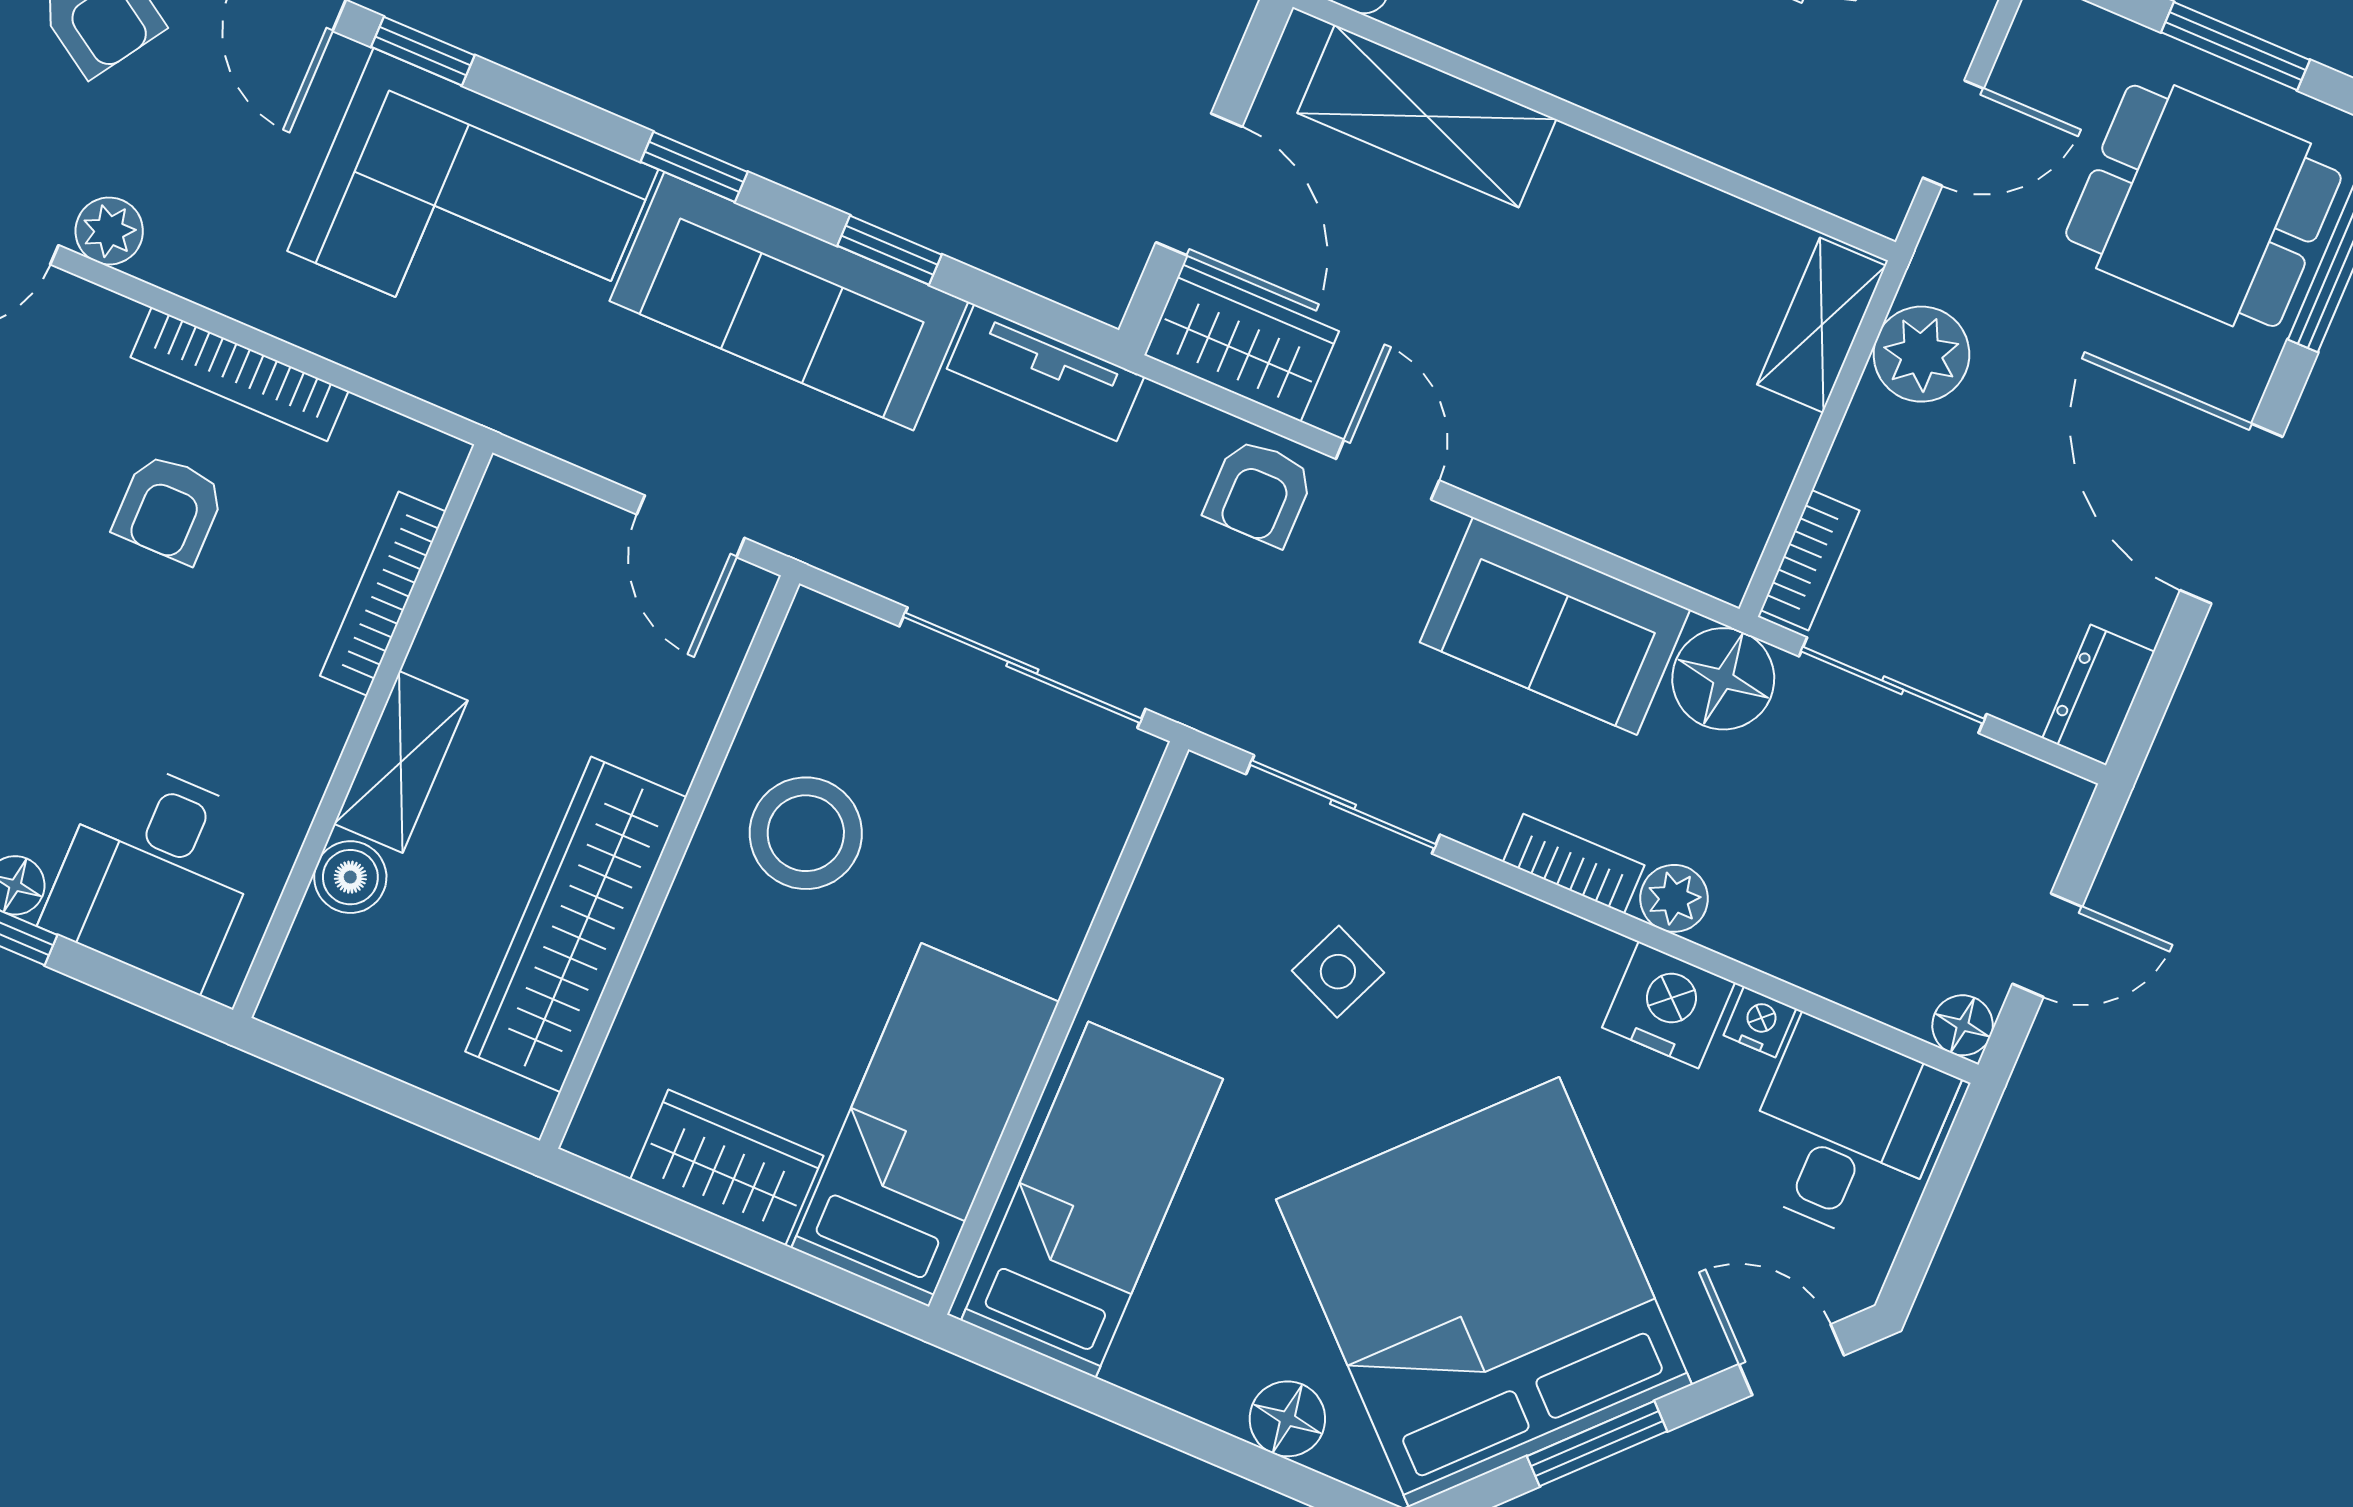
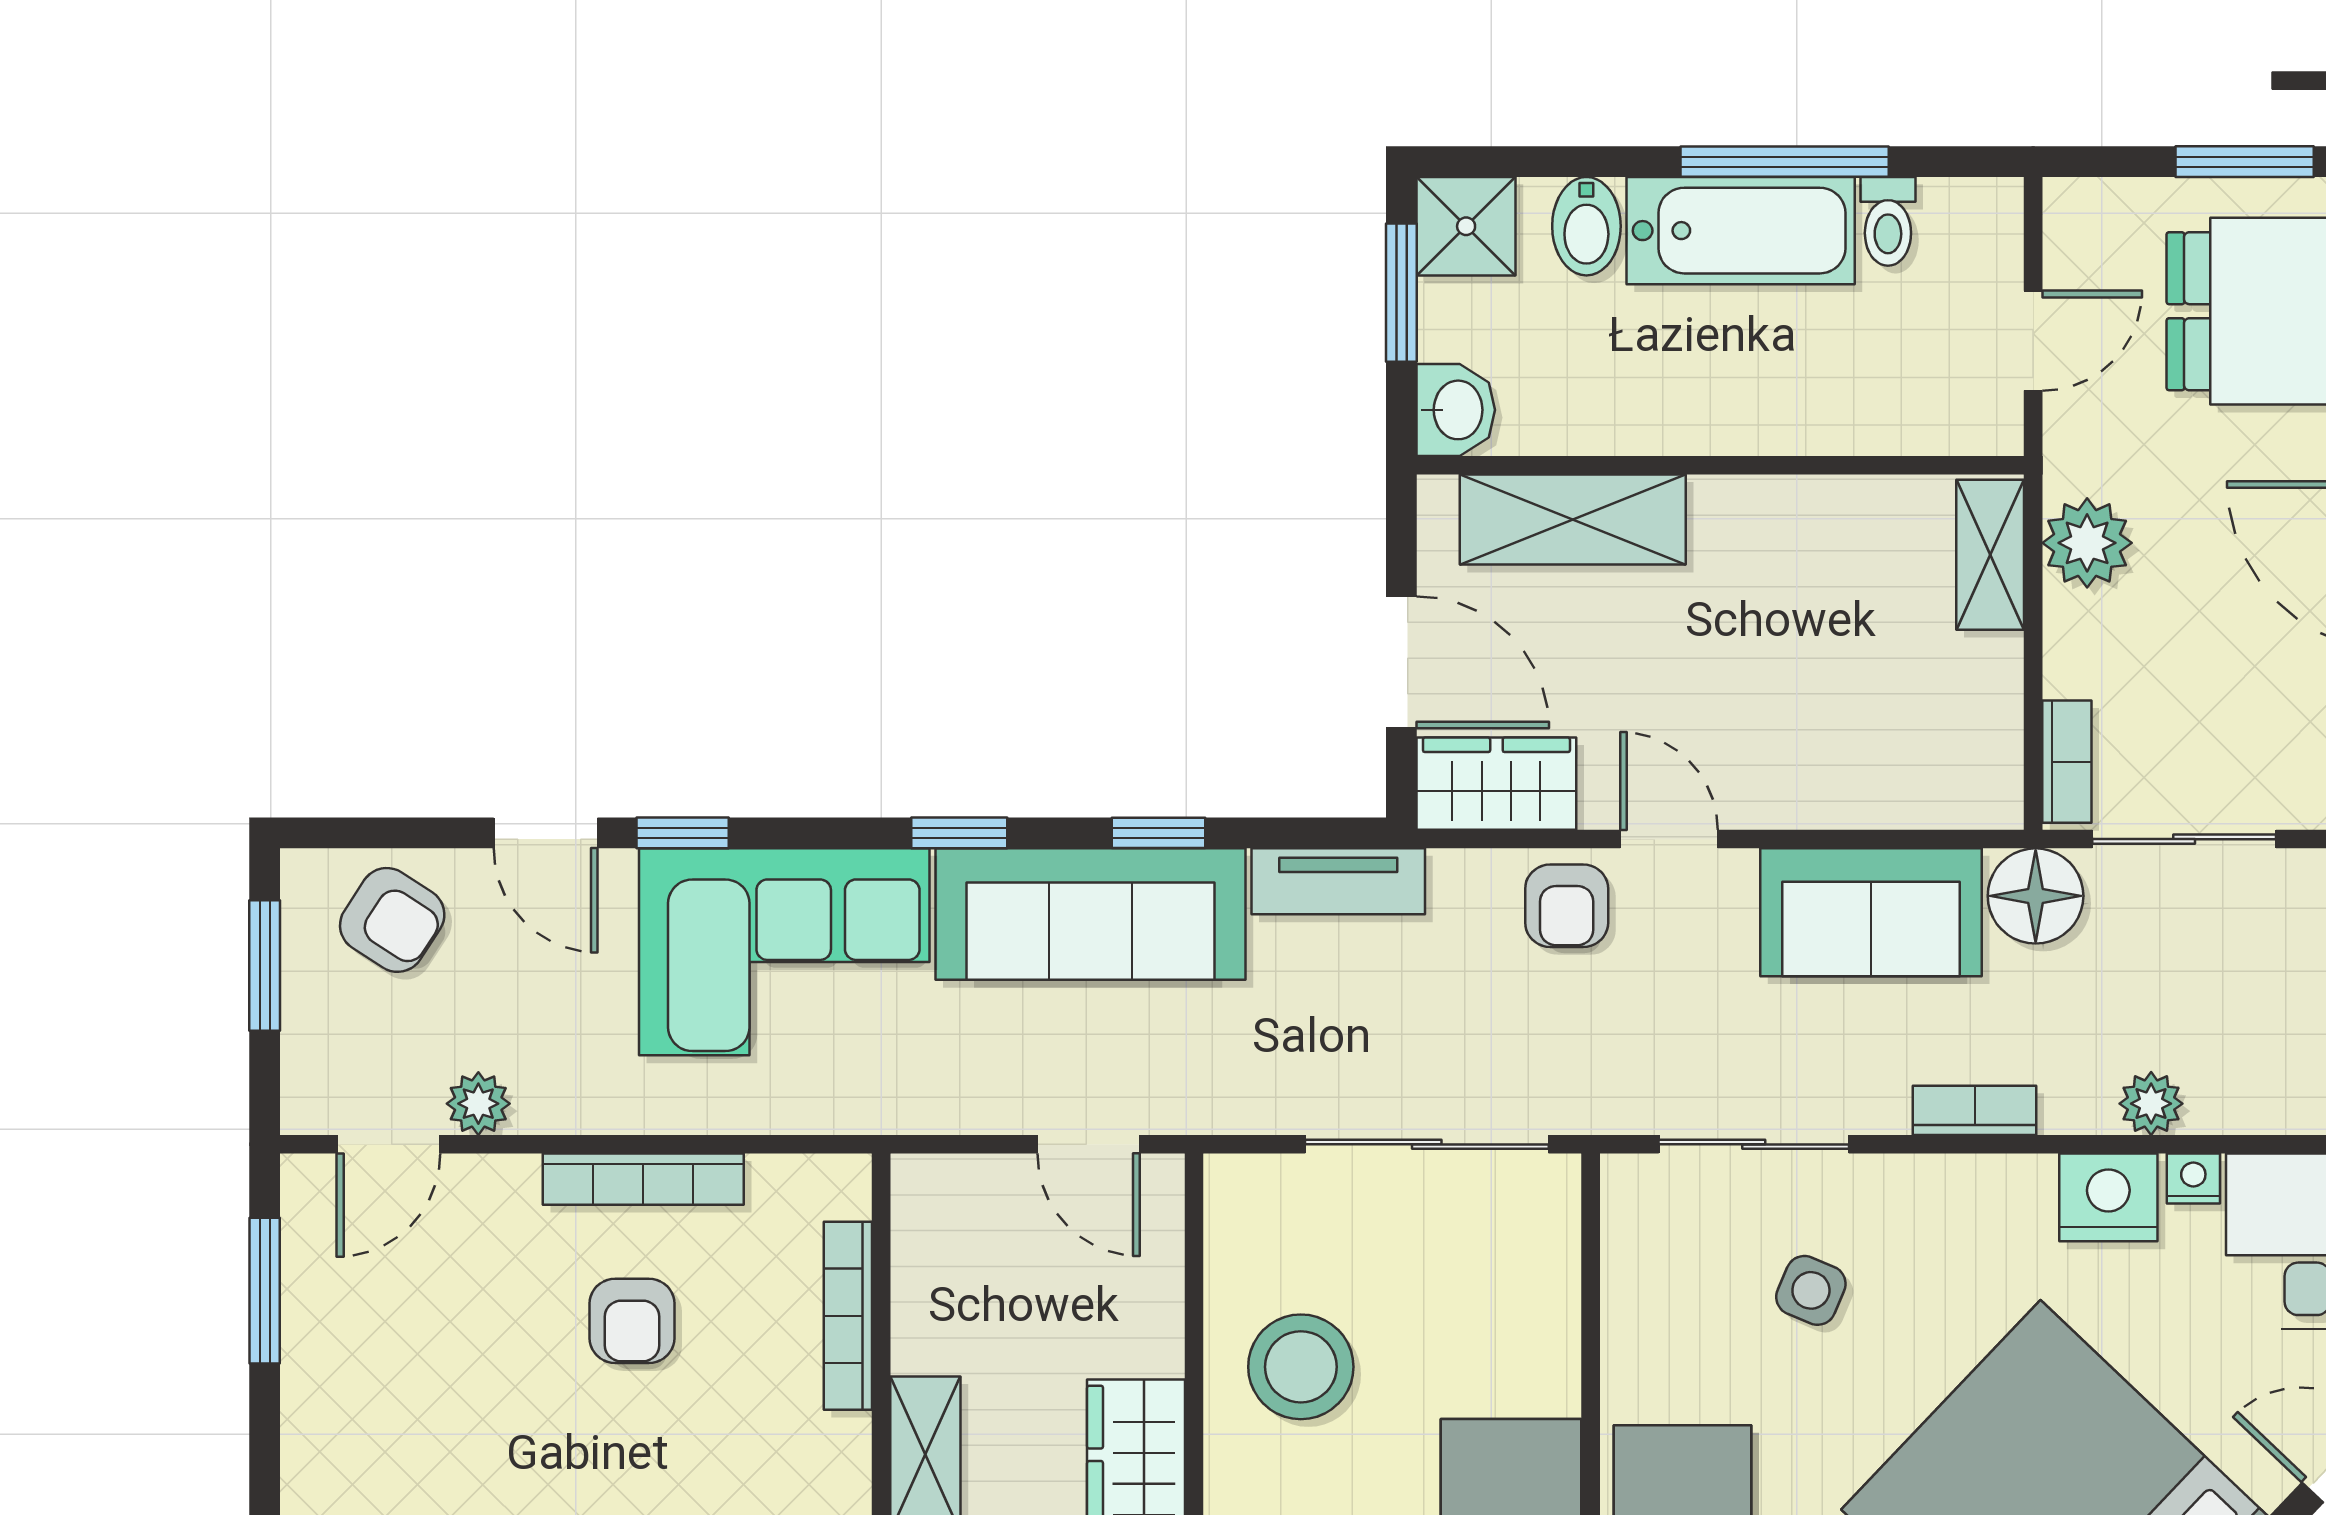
plant: (1674, 898) -> (2151, 1104), moved

